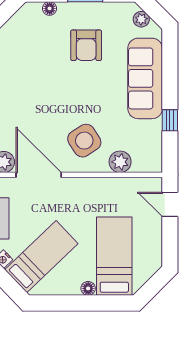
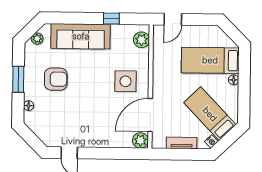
side table: (84, 141) -> (125, 81), turned 33
plant: (120, 162) -> (141, 40), moved

